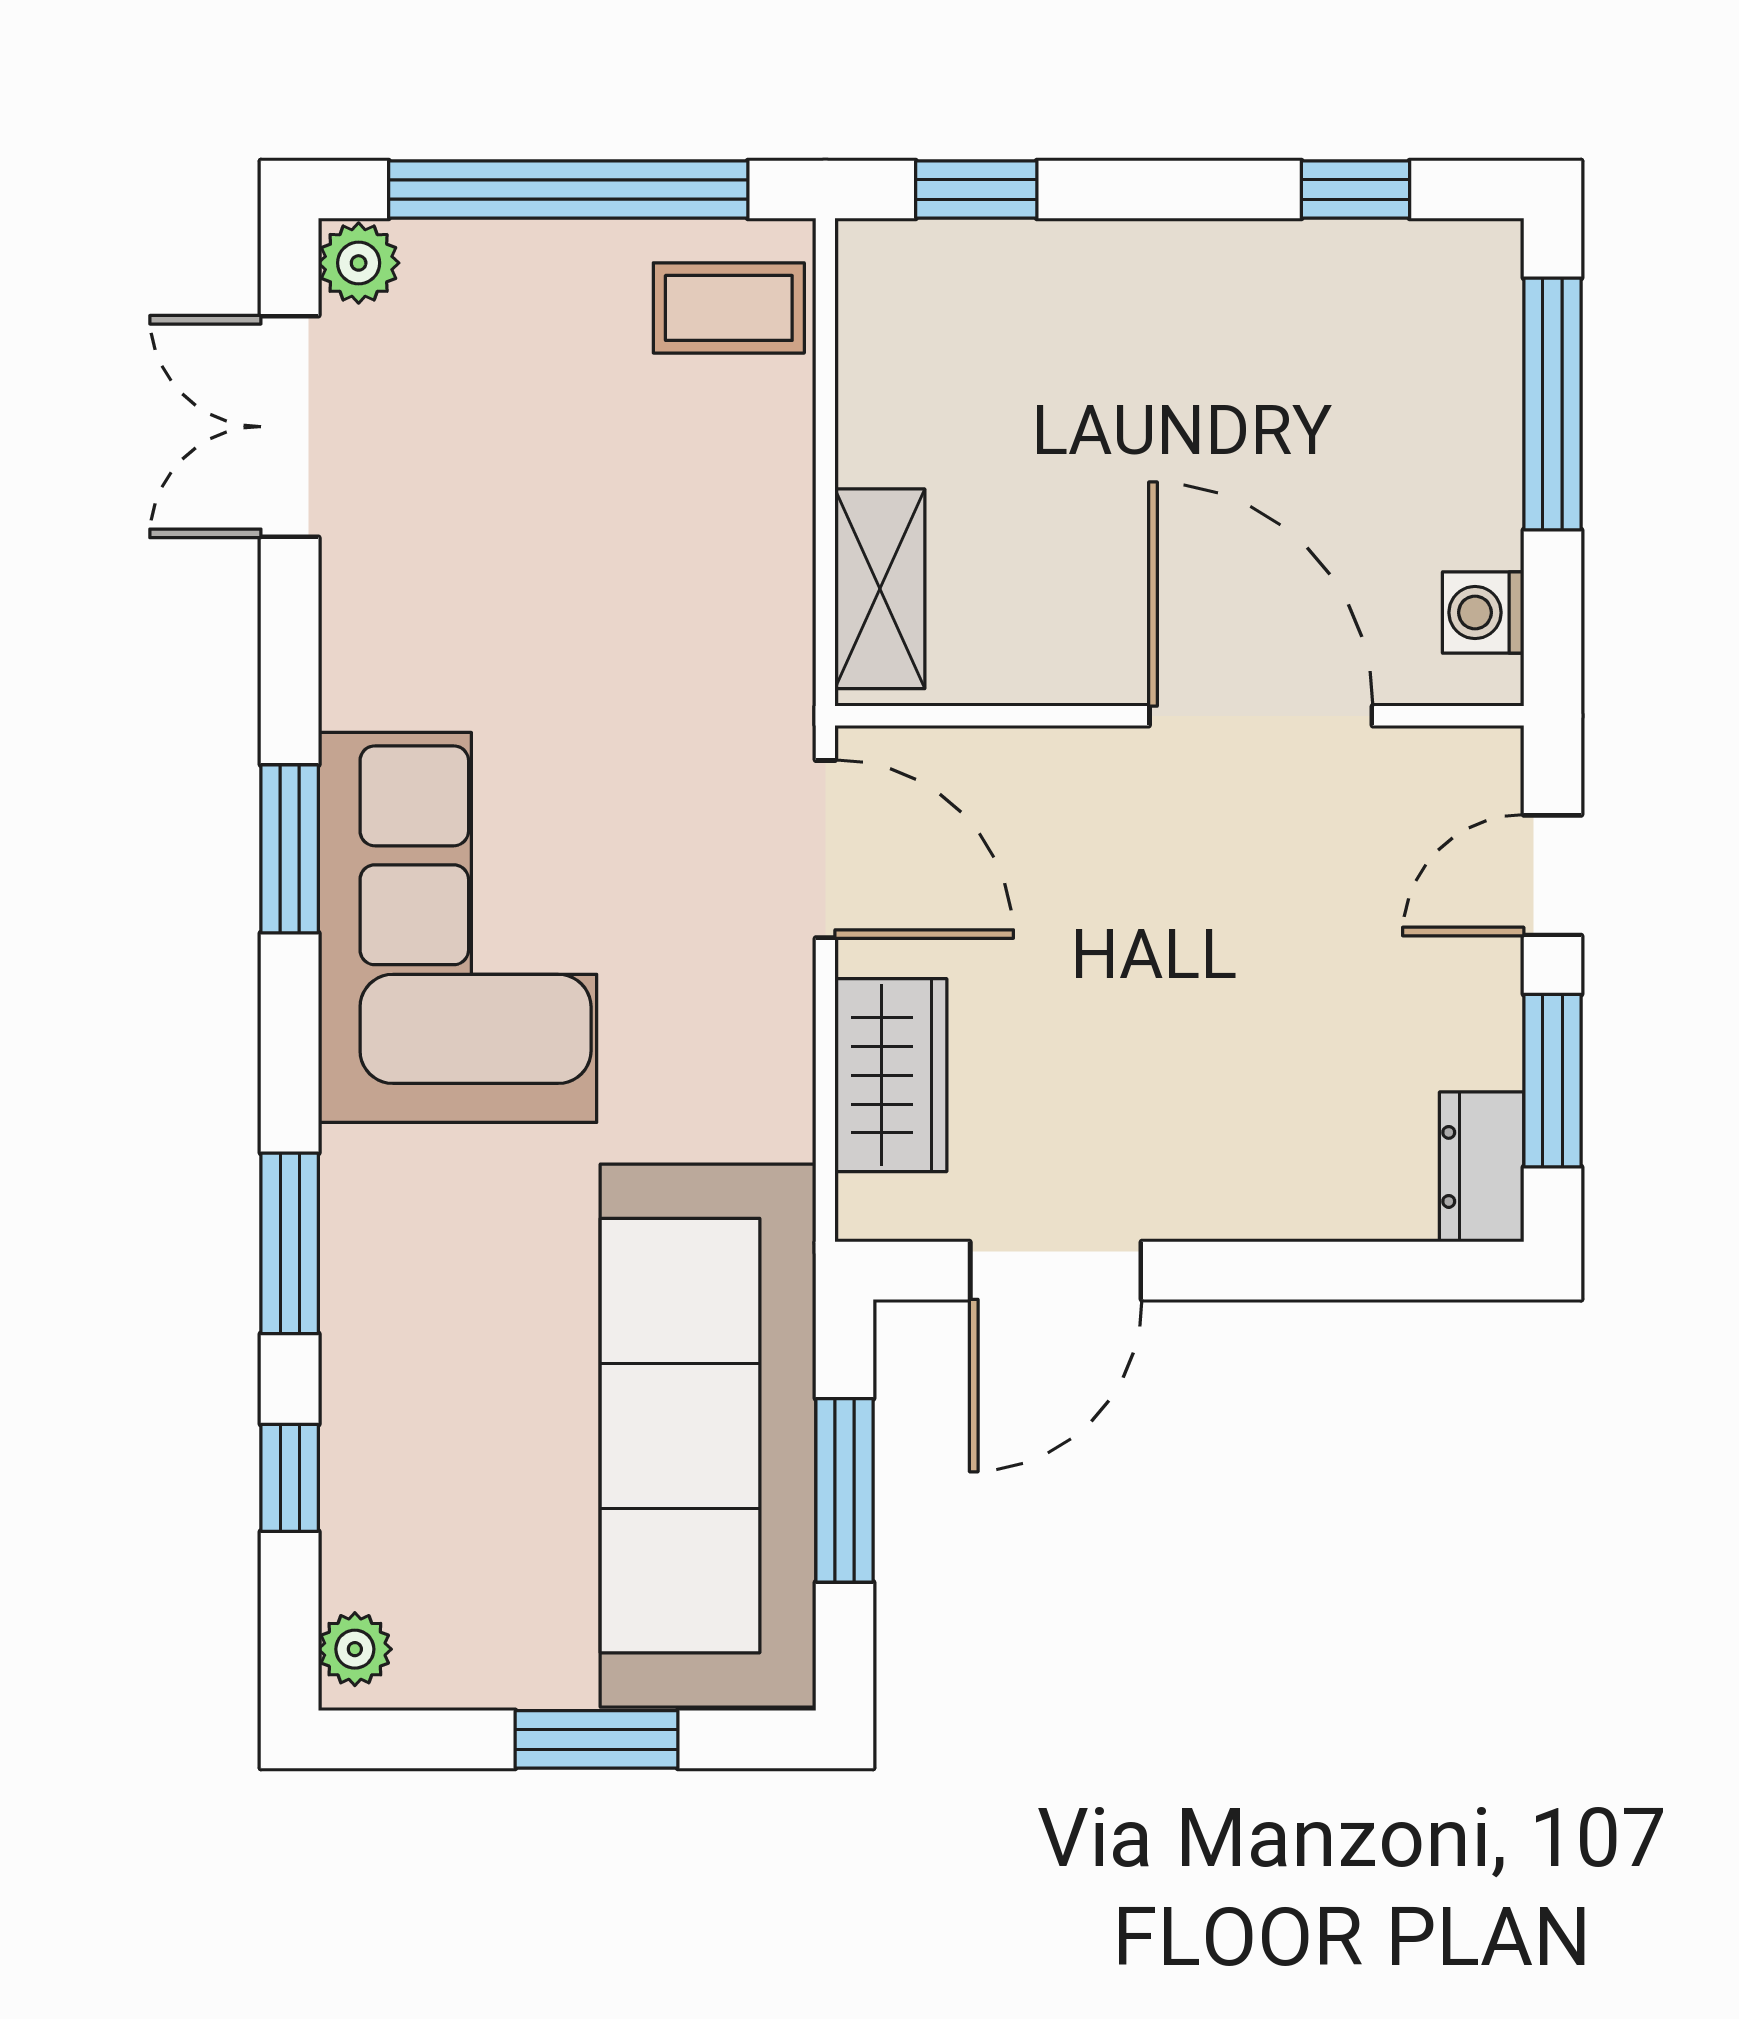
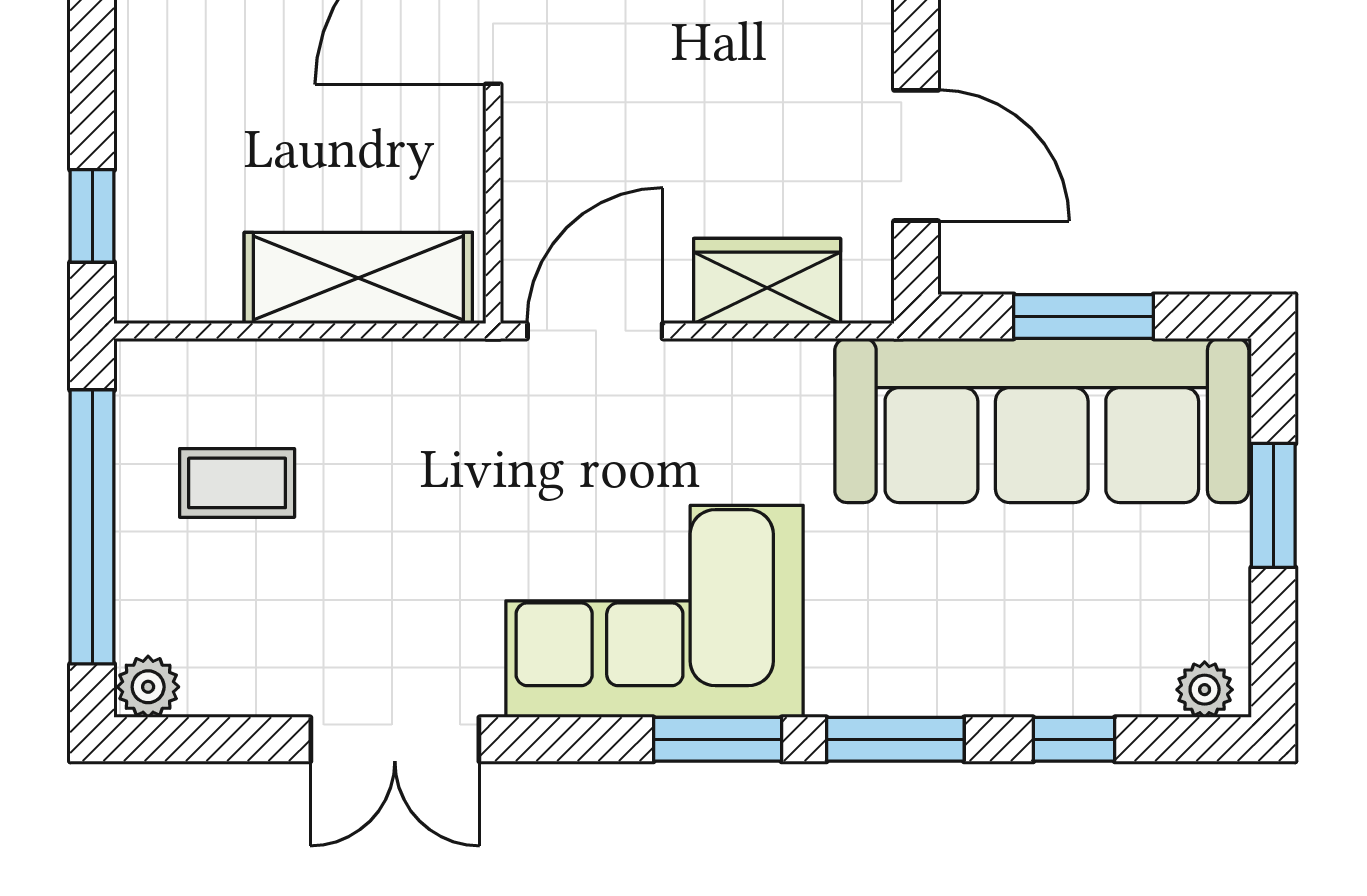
coffee table: (729, 308) -> (237, 483), moved, turned 90
double door: (290, 427) -> (395, 739), moved
shelving: (880, 589) -> (358, 278), width x1.50, depth x1.33
window: (290, 849) -> (718, 739), moved

